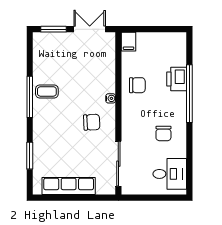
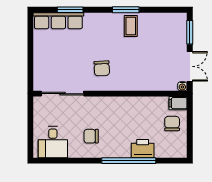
chair: (137, 85) -> (172, 123), moved, turned 180
window: (30, 97) -> (126, 10), width x0.69
water cooler: (111, 98) -> (182, 86), moved
row of seats: (69, 186) -> (58, 21), moved, turned 90

